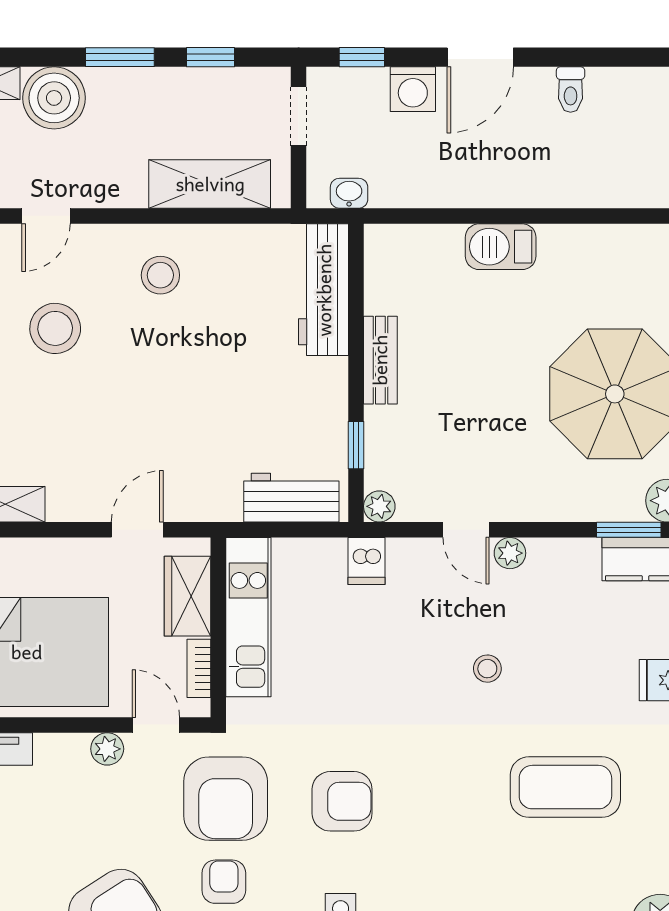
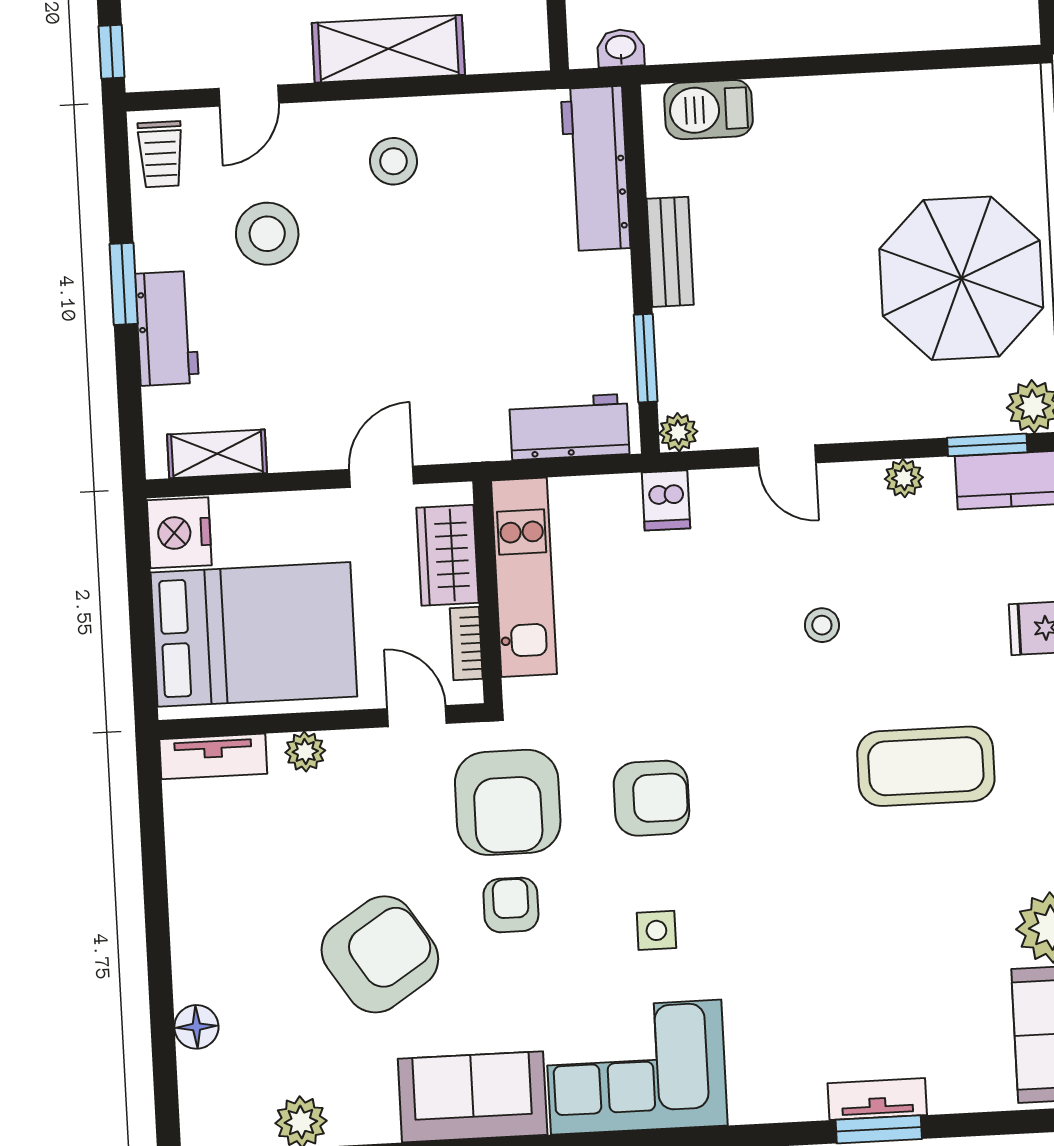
shelving: (210, 184) -> (388, 49), moved
barbecue: (501, 247) -> (708, 110), moved
window: (356, 445) -> (646, 358), width x1.50
plant: (510, 553) -> (904, 478), moved
plant: (107, 749) -> (305, 752), moved

